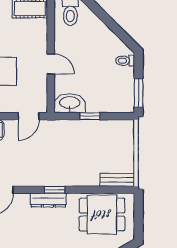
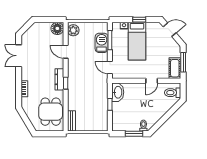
door: (51, 64) -> (152, 81), moved
window: (139, 93) -> (134, 134), moved

